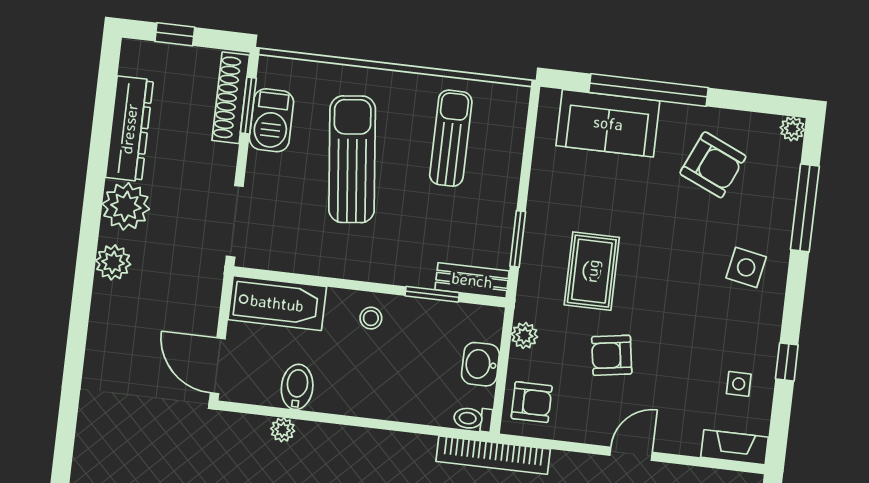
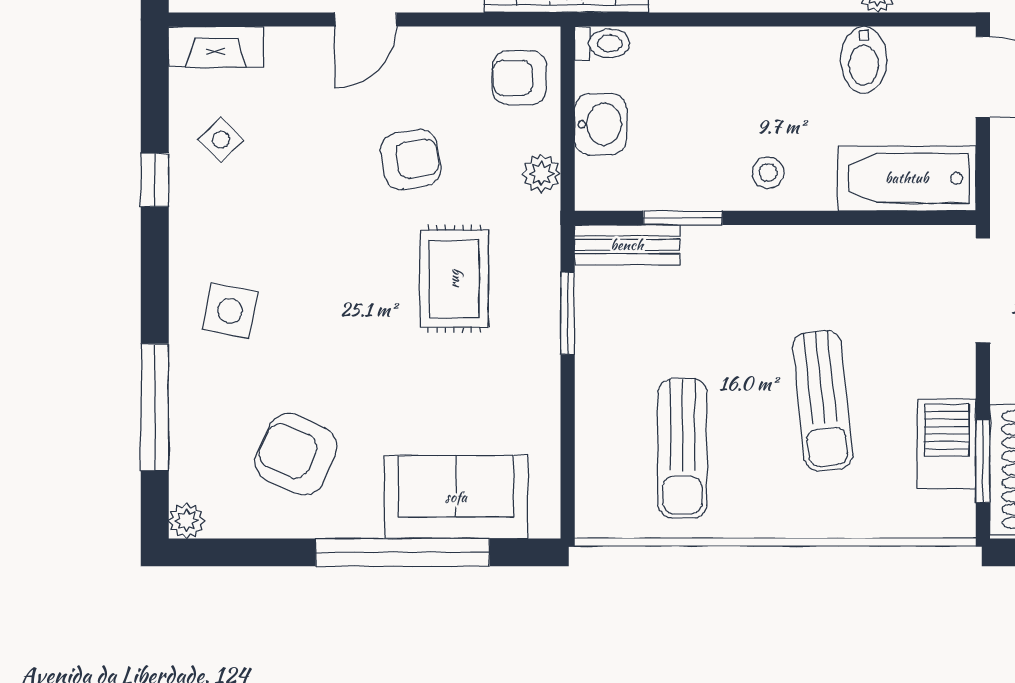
sun lounger: (352, 159) -> (822, 401), width x0.73, depth x0.75
side table: (739, 384) -> (221, 140), turned 45

